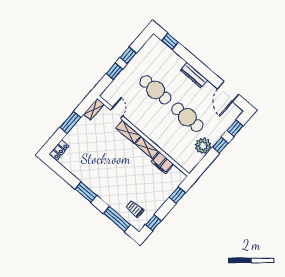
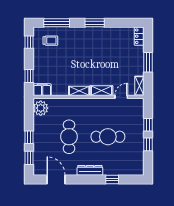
window: (170, 41) -> (112, 179), moved
door: (117, 113) -> (121, 97), swing flipped
cafe table: (187, 117) -> (69, 137), turned 90
plant: (203, 146) -> (41, 108), moved
filing cabinet: (162, 163) -> (42, 90), moved

